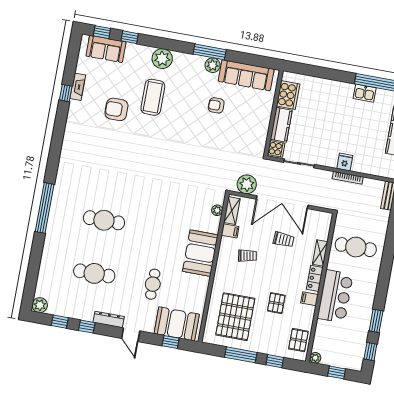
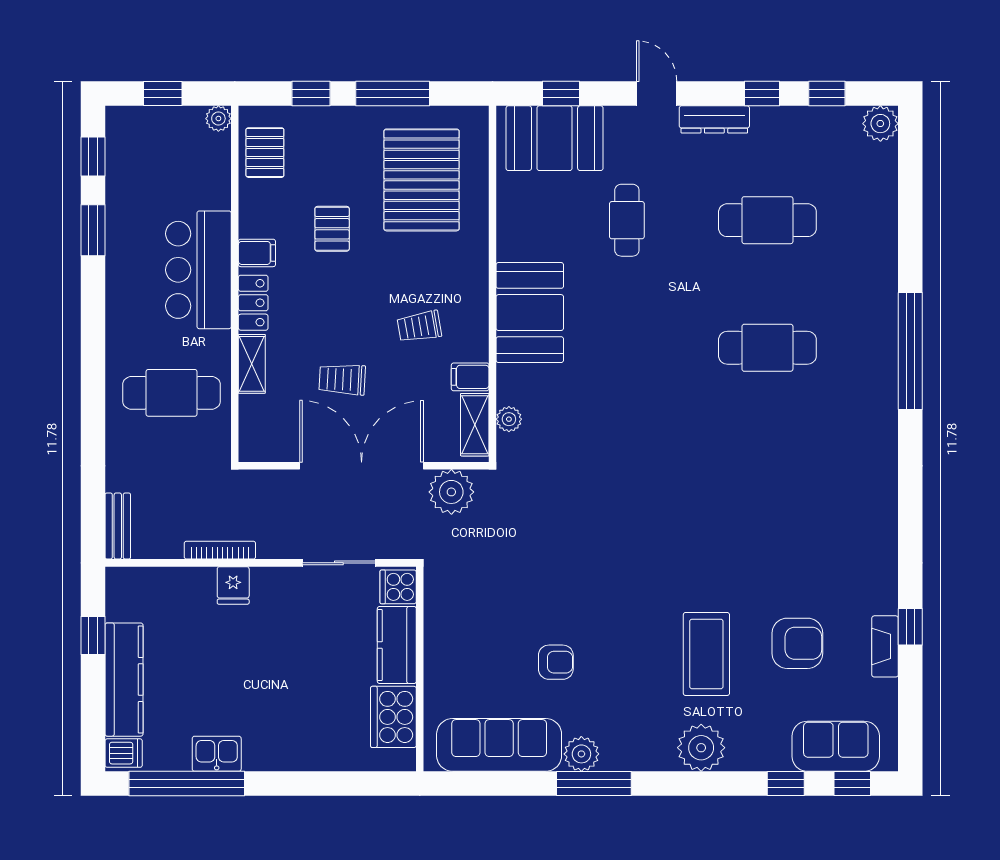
armchair: (116, 109) -> (797, 643), moved

